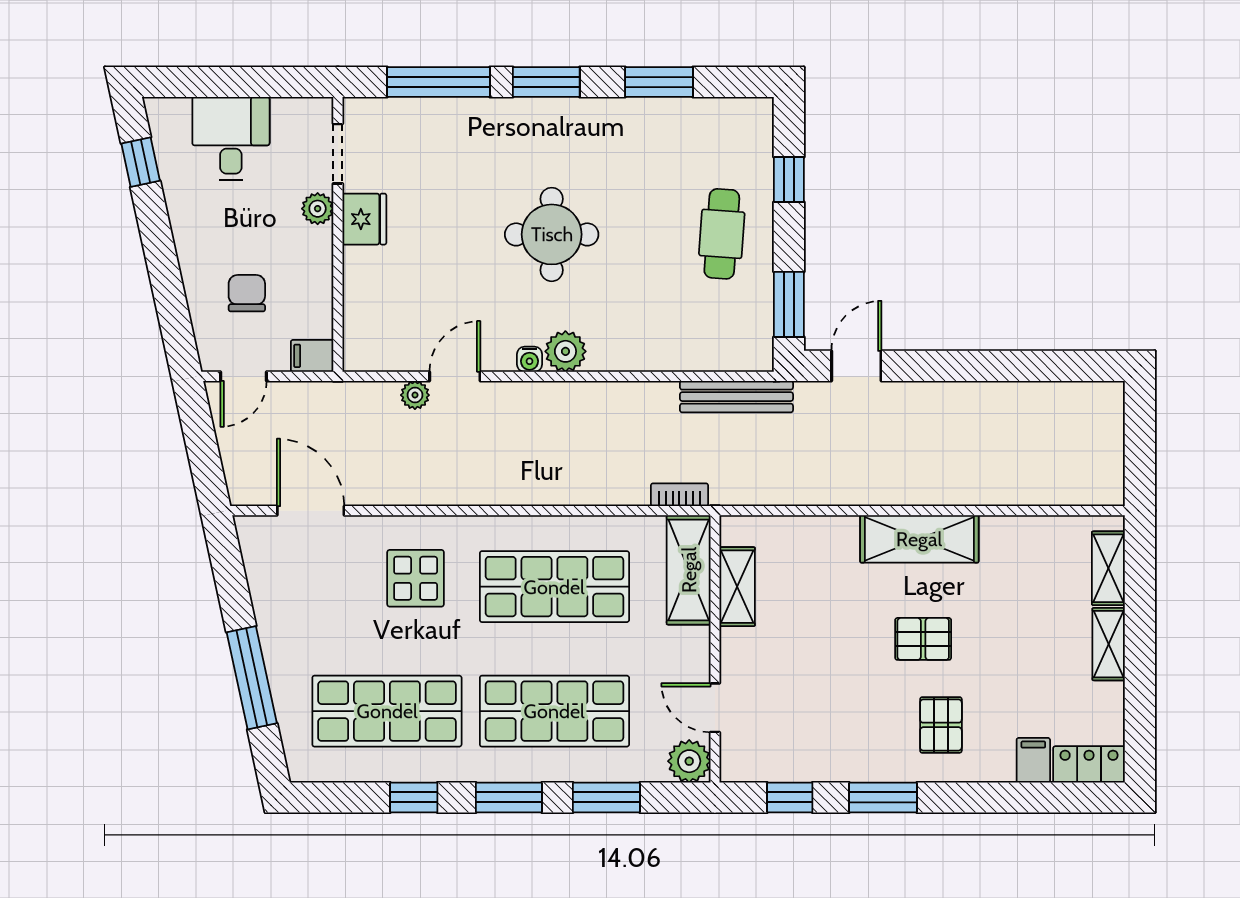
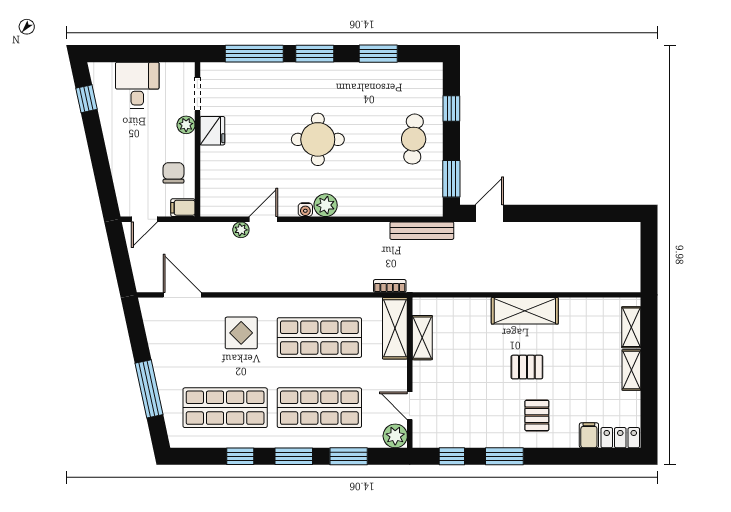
chair: (247, 293) -> (173, 173), moved

